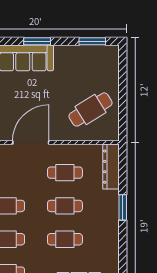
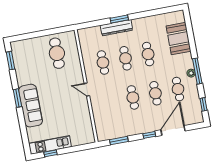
cafe table: (90, 109) -> (57, 53), turned 32
door: (31, 142) -> (87, 90), width x0.53
dresser: (111, 167) -> (116, 28), moved

